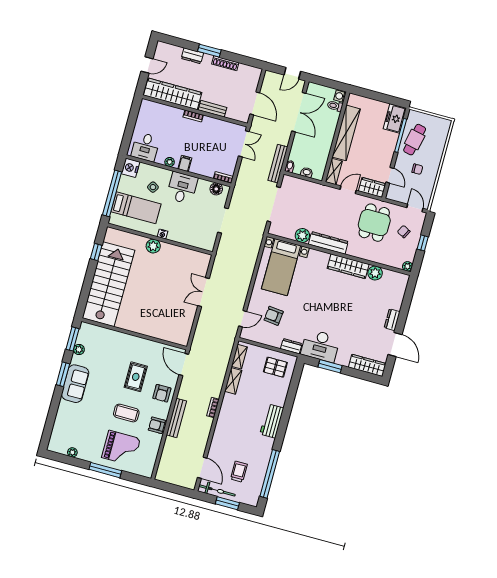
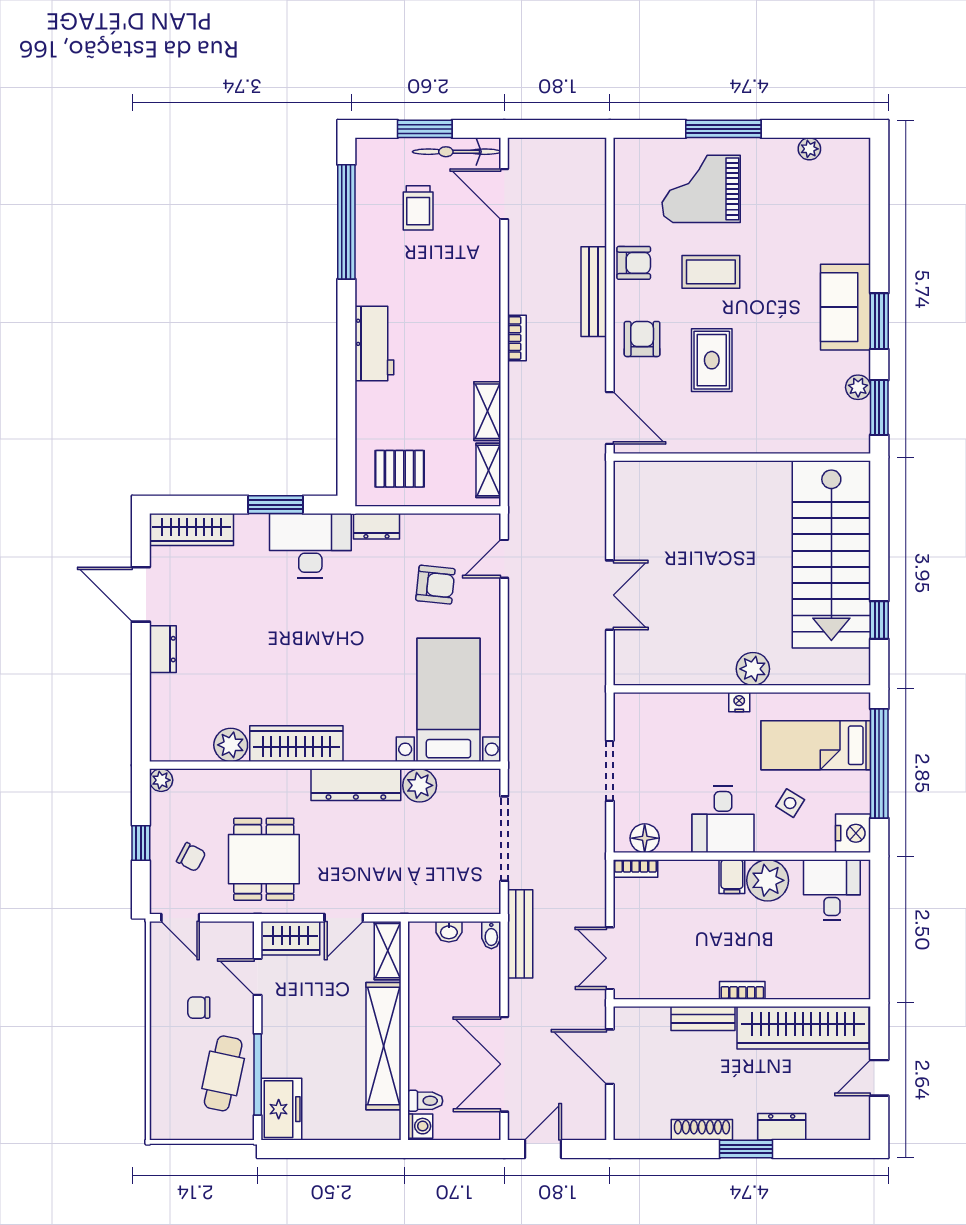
plant: (170, 162) -> (768, 880), width x1.87, depth x1.87

